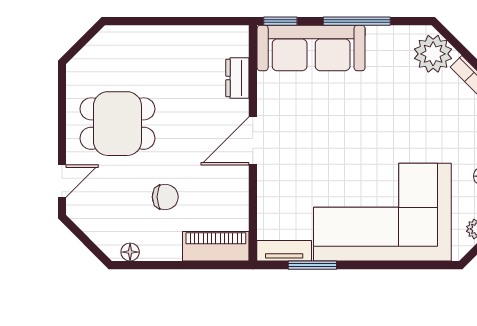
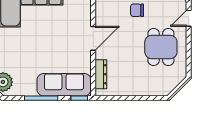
dresser: (237, 78) -> (101, 74), width x1.44
dining table: (117, 124) -> (161, 47), turned 90

